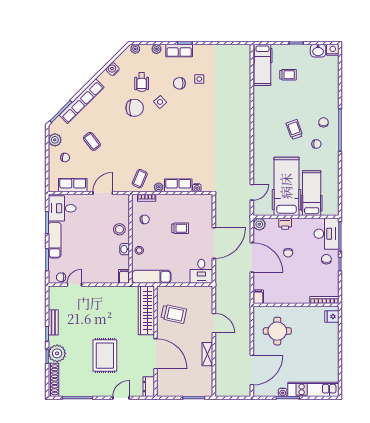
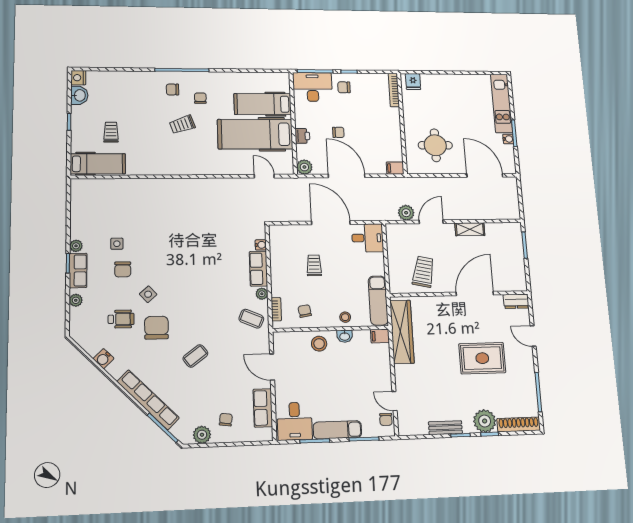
plant: (135, 49) -> (76, 246), moved
coffee table: (92, 141) -> (195, 356), moved
door: (252, 257) -> (347, 176), hinge flipped
plant: (221, 303) -> (406, 213), added
wardrobe: (146, 310) -> (402, 332), moved, turned -90

